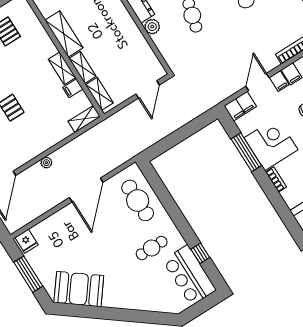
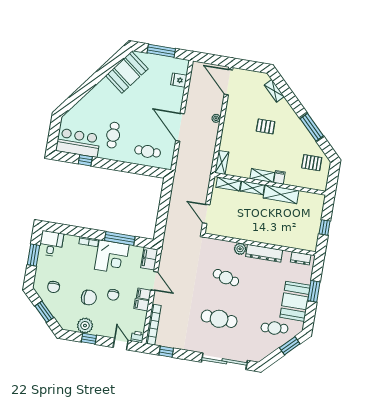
filing cabinet: (73, 88) -> (279, 177), moved
cafe table: (138, 200) -> (148, 151), width x0.73, depth x0.74
fridge: (27, 241) -> (179, 80), moved

